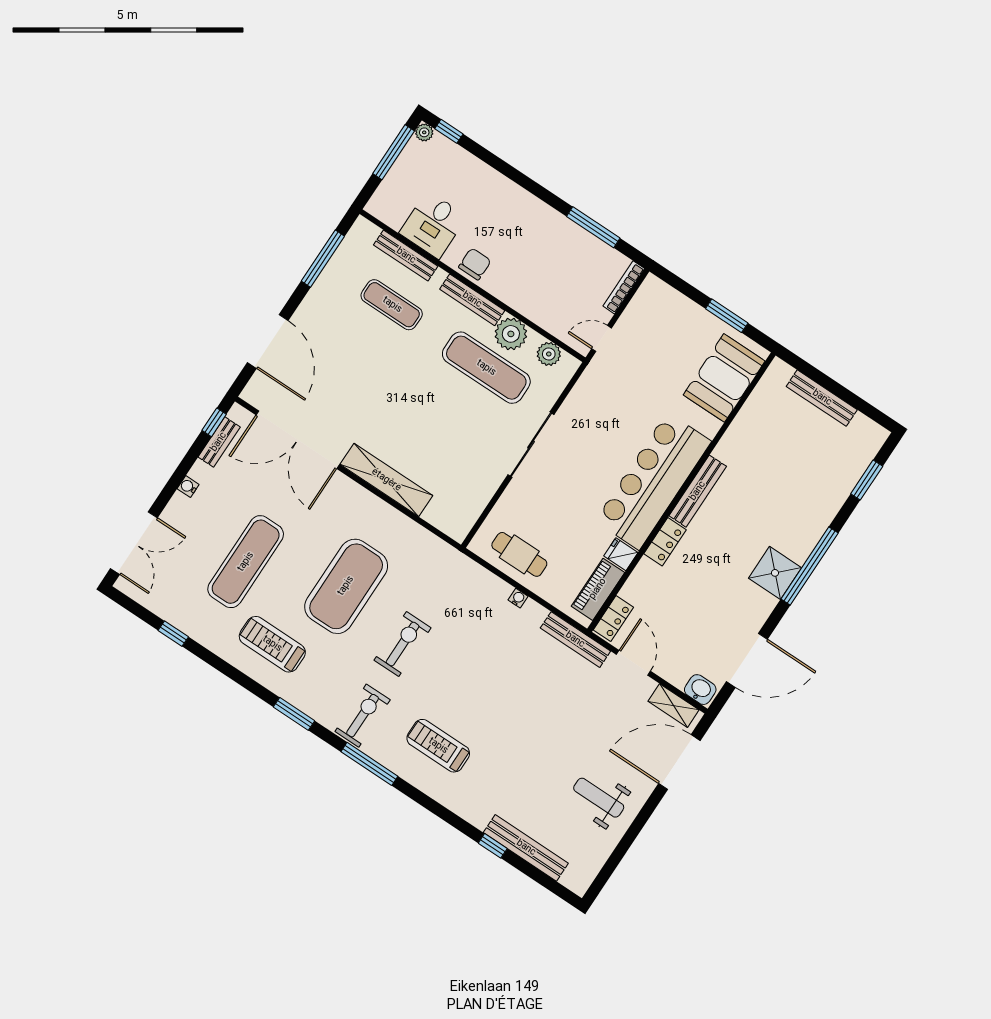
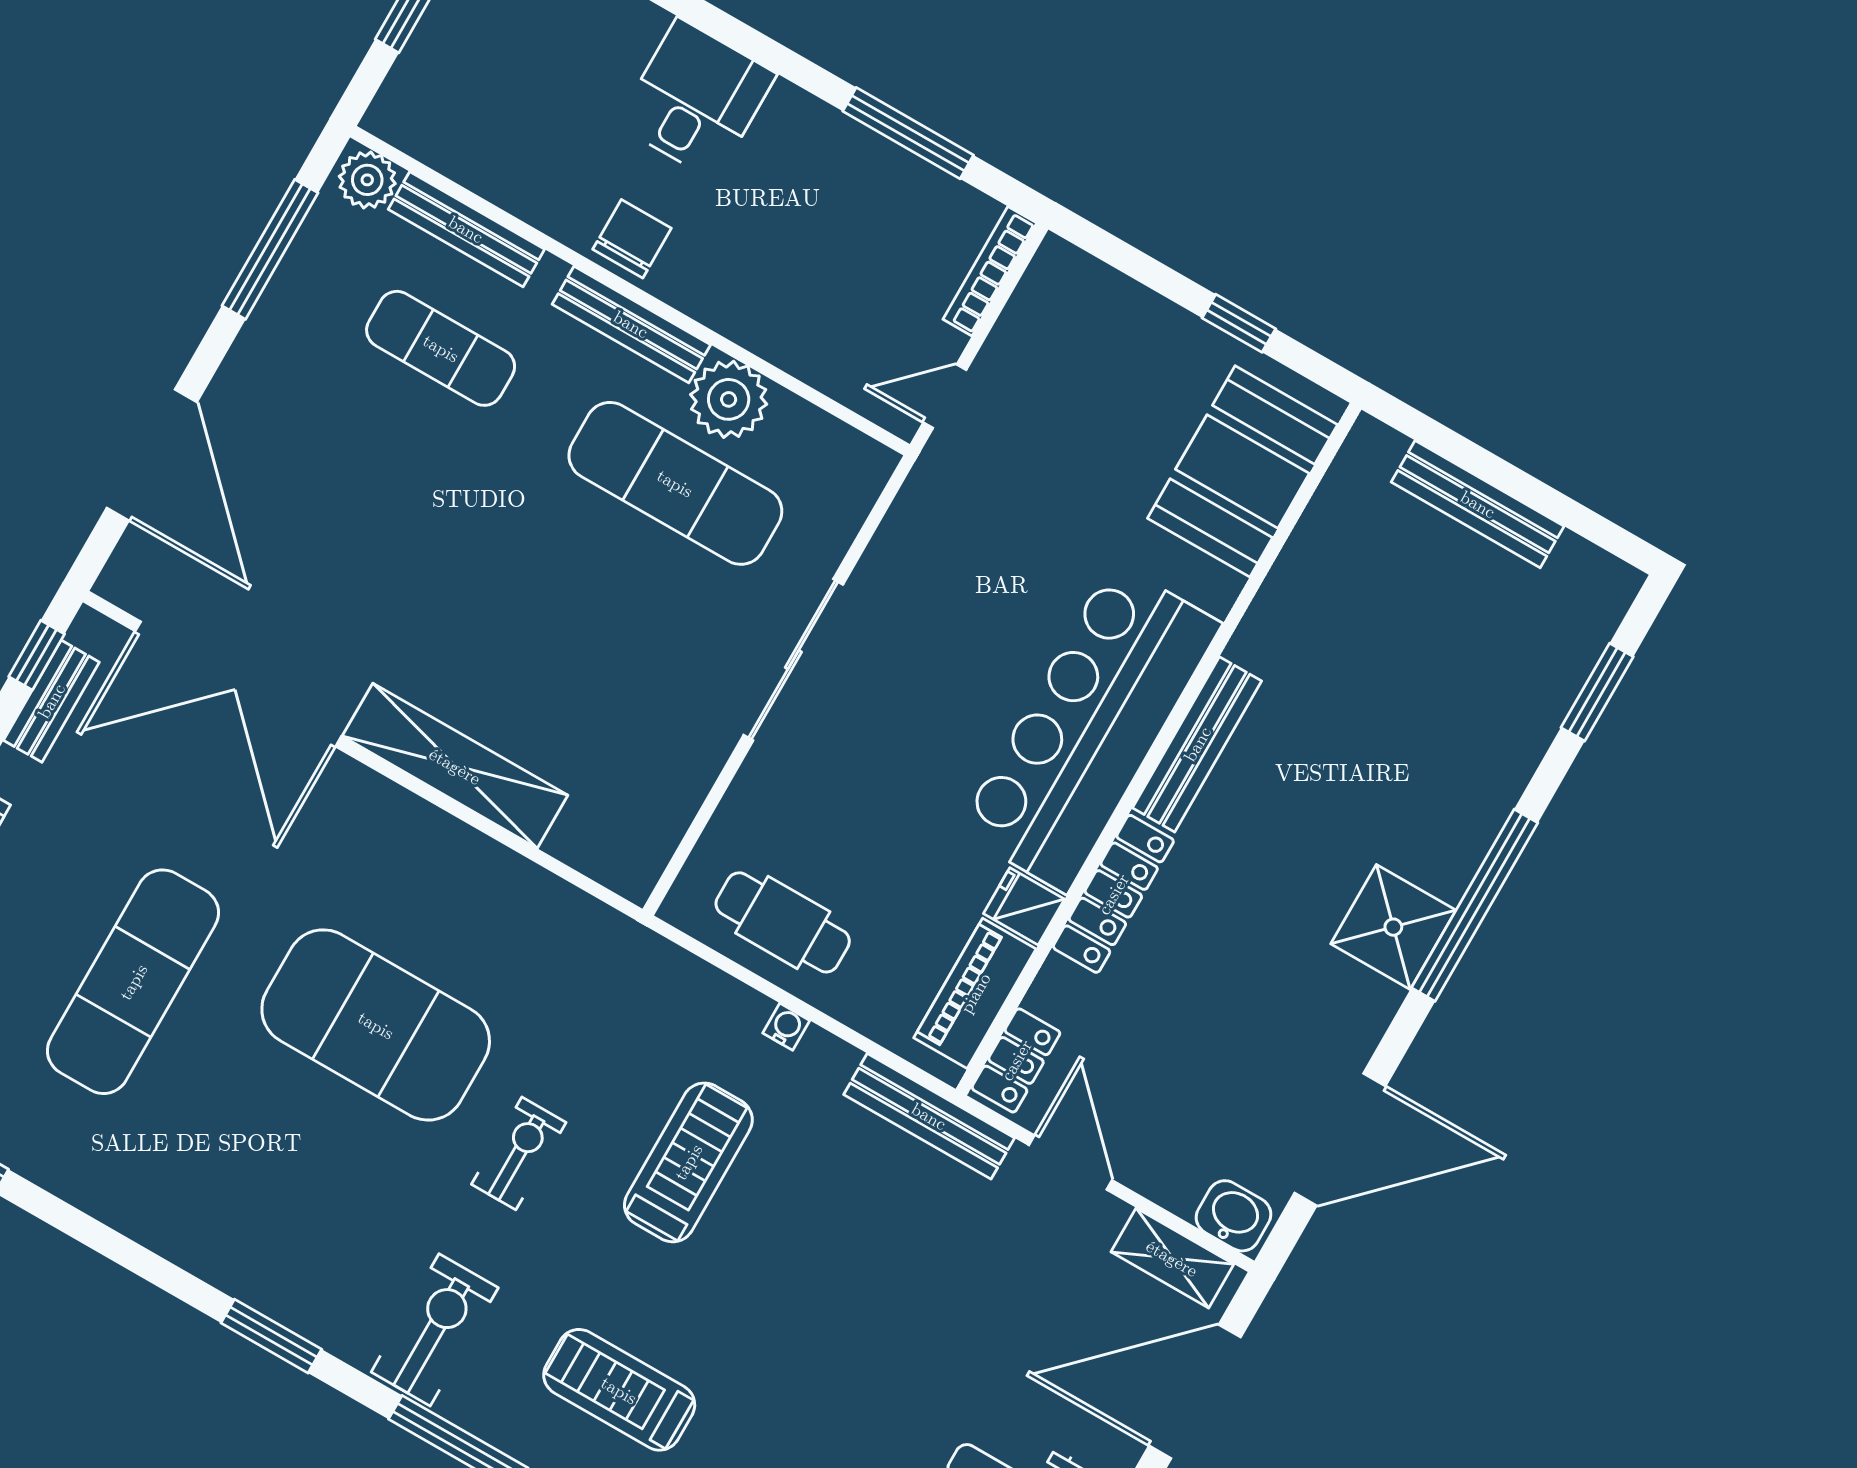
desk: (433, 225) -> (696, 99), moved, turned 180
window: (727, 316) -> (1239, 323), width x0.67
plant: (549, 354) -> (367, 180), moved
locker: (665, 542) -> (1113, 894), width x1.53
exercise mat: (346, 586) -> (376, 1025), turned 90
treadmill: (272, 644) -> (688, 1162), moved, turned 90
exercise bike: (403, 644) -> (519, 1153), width x0.73, depth x0.72

